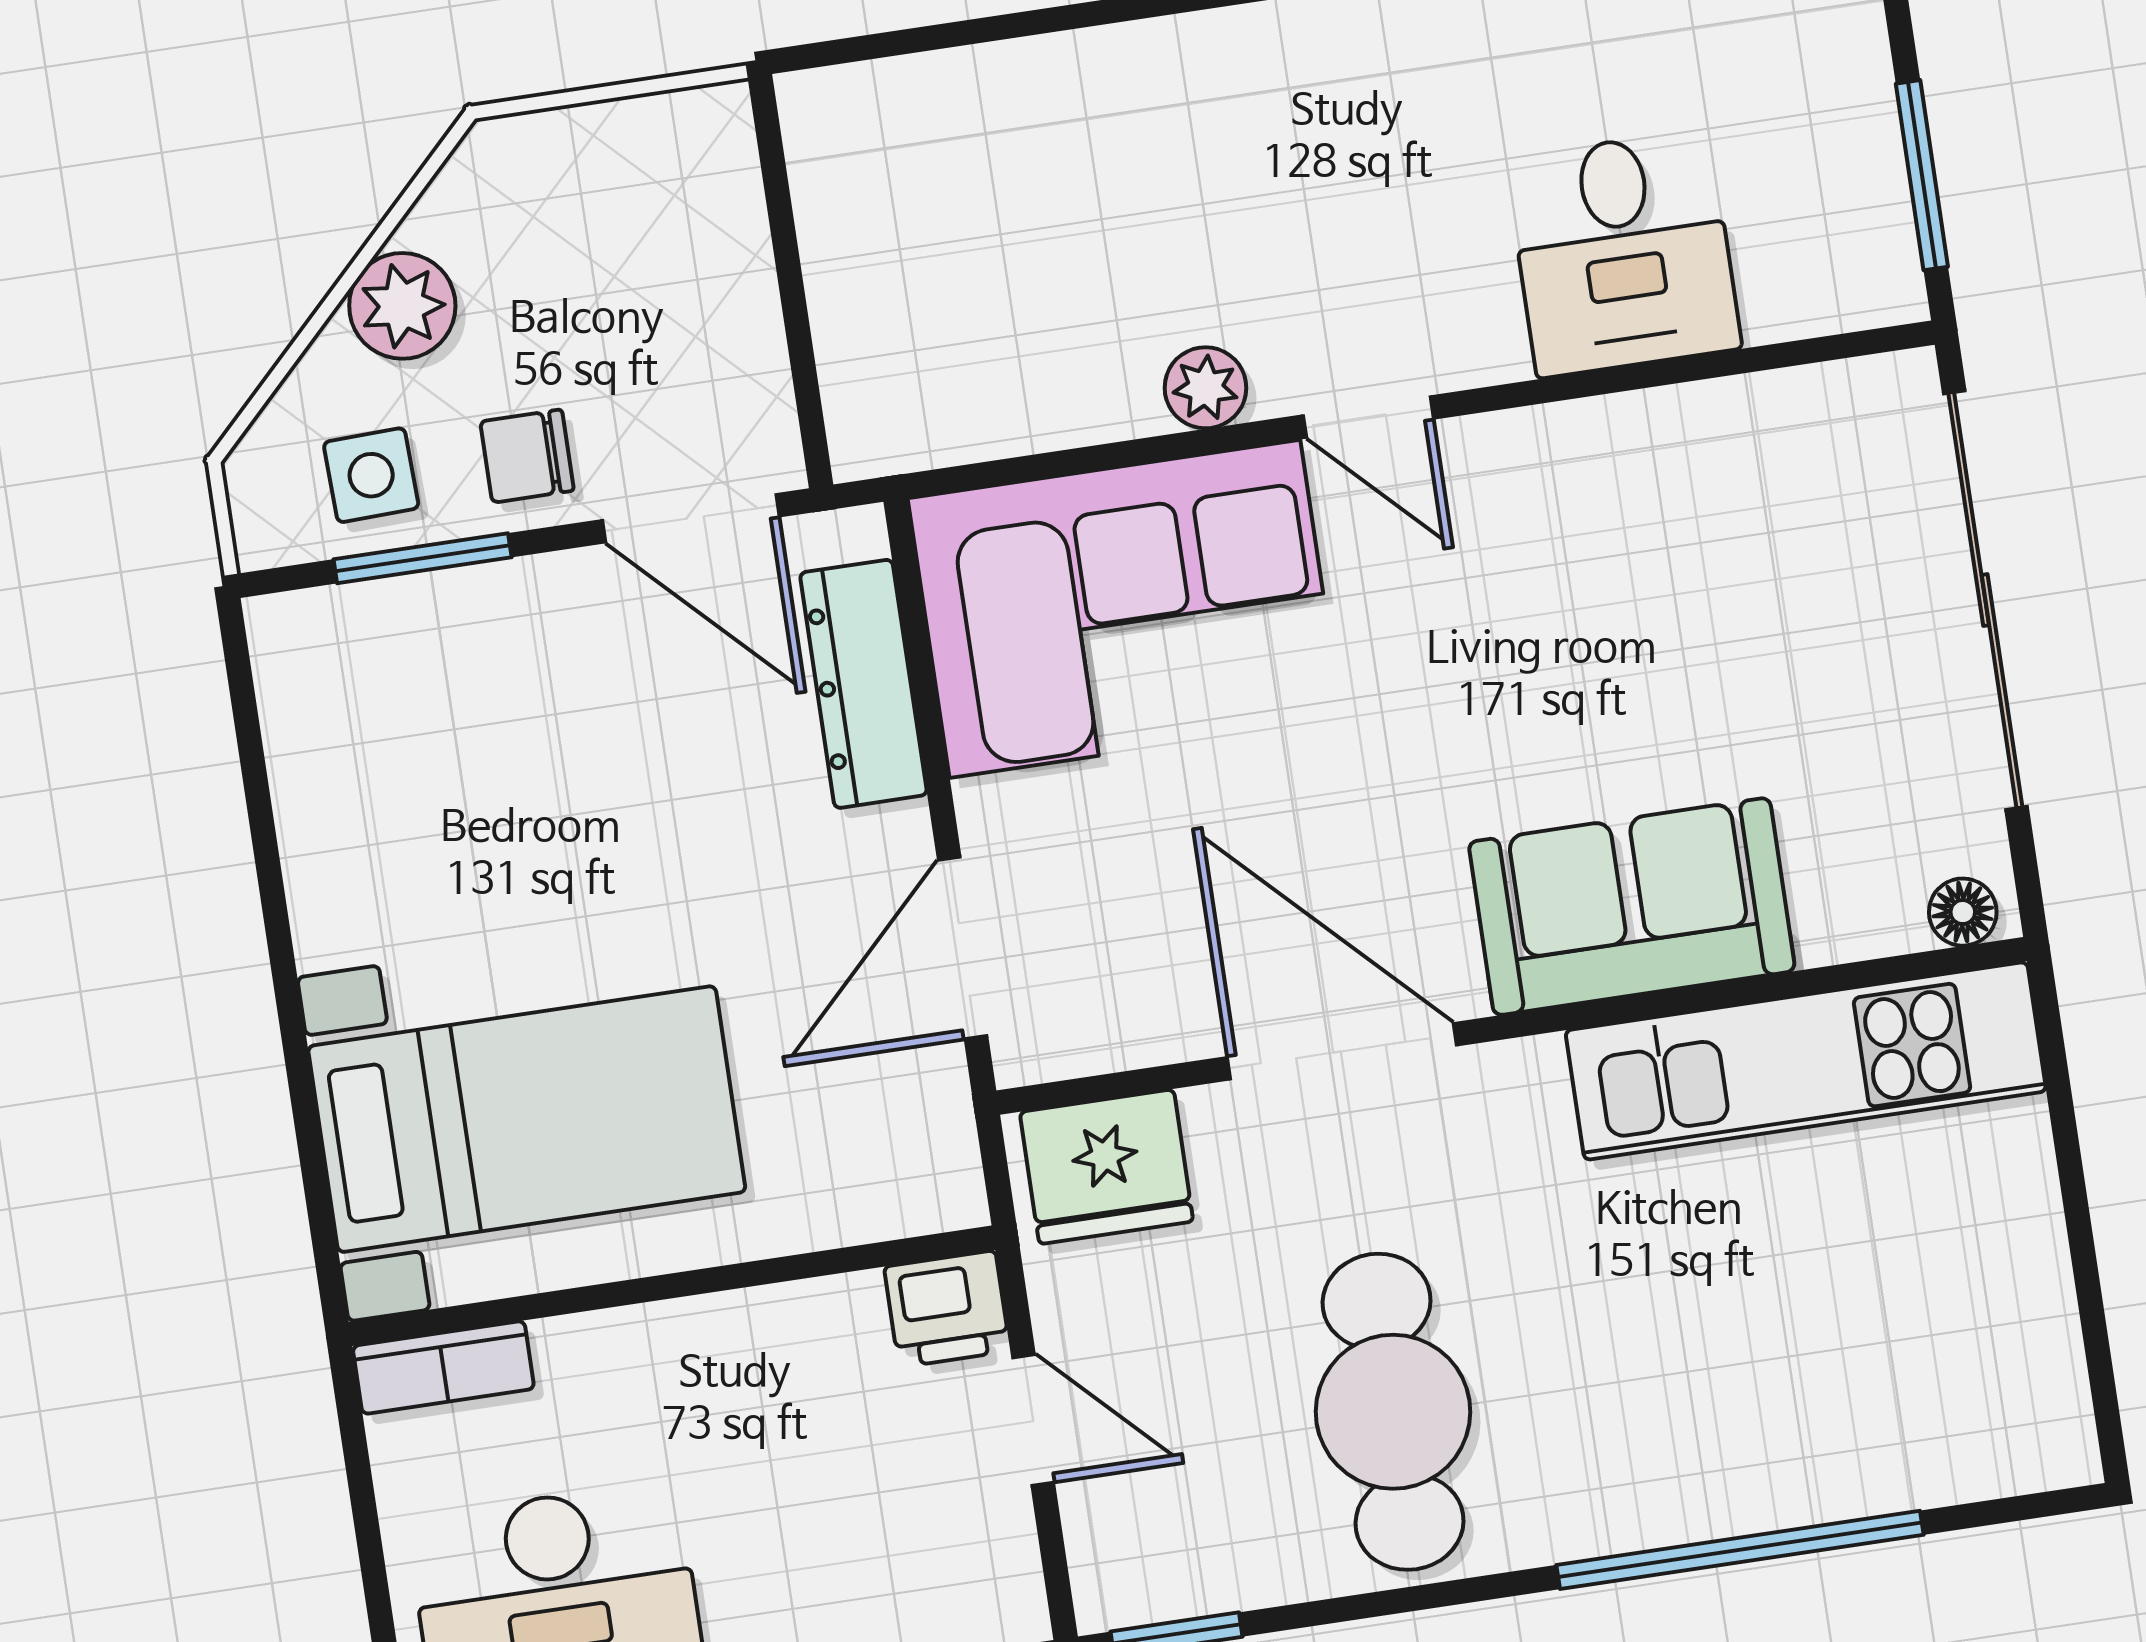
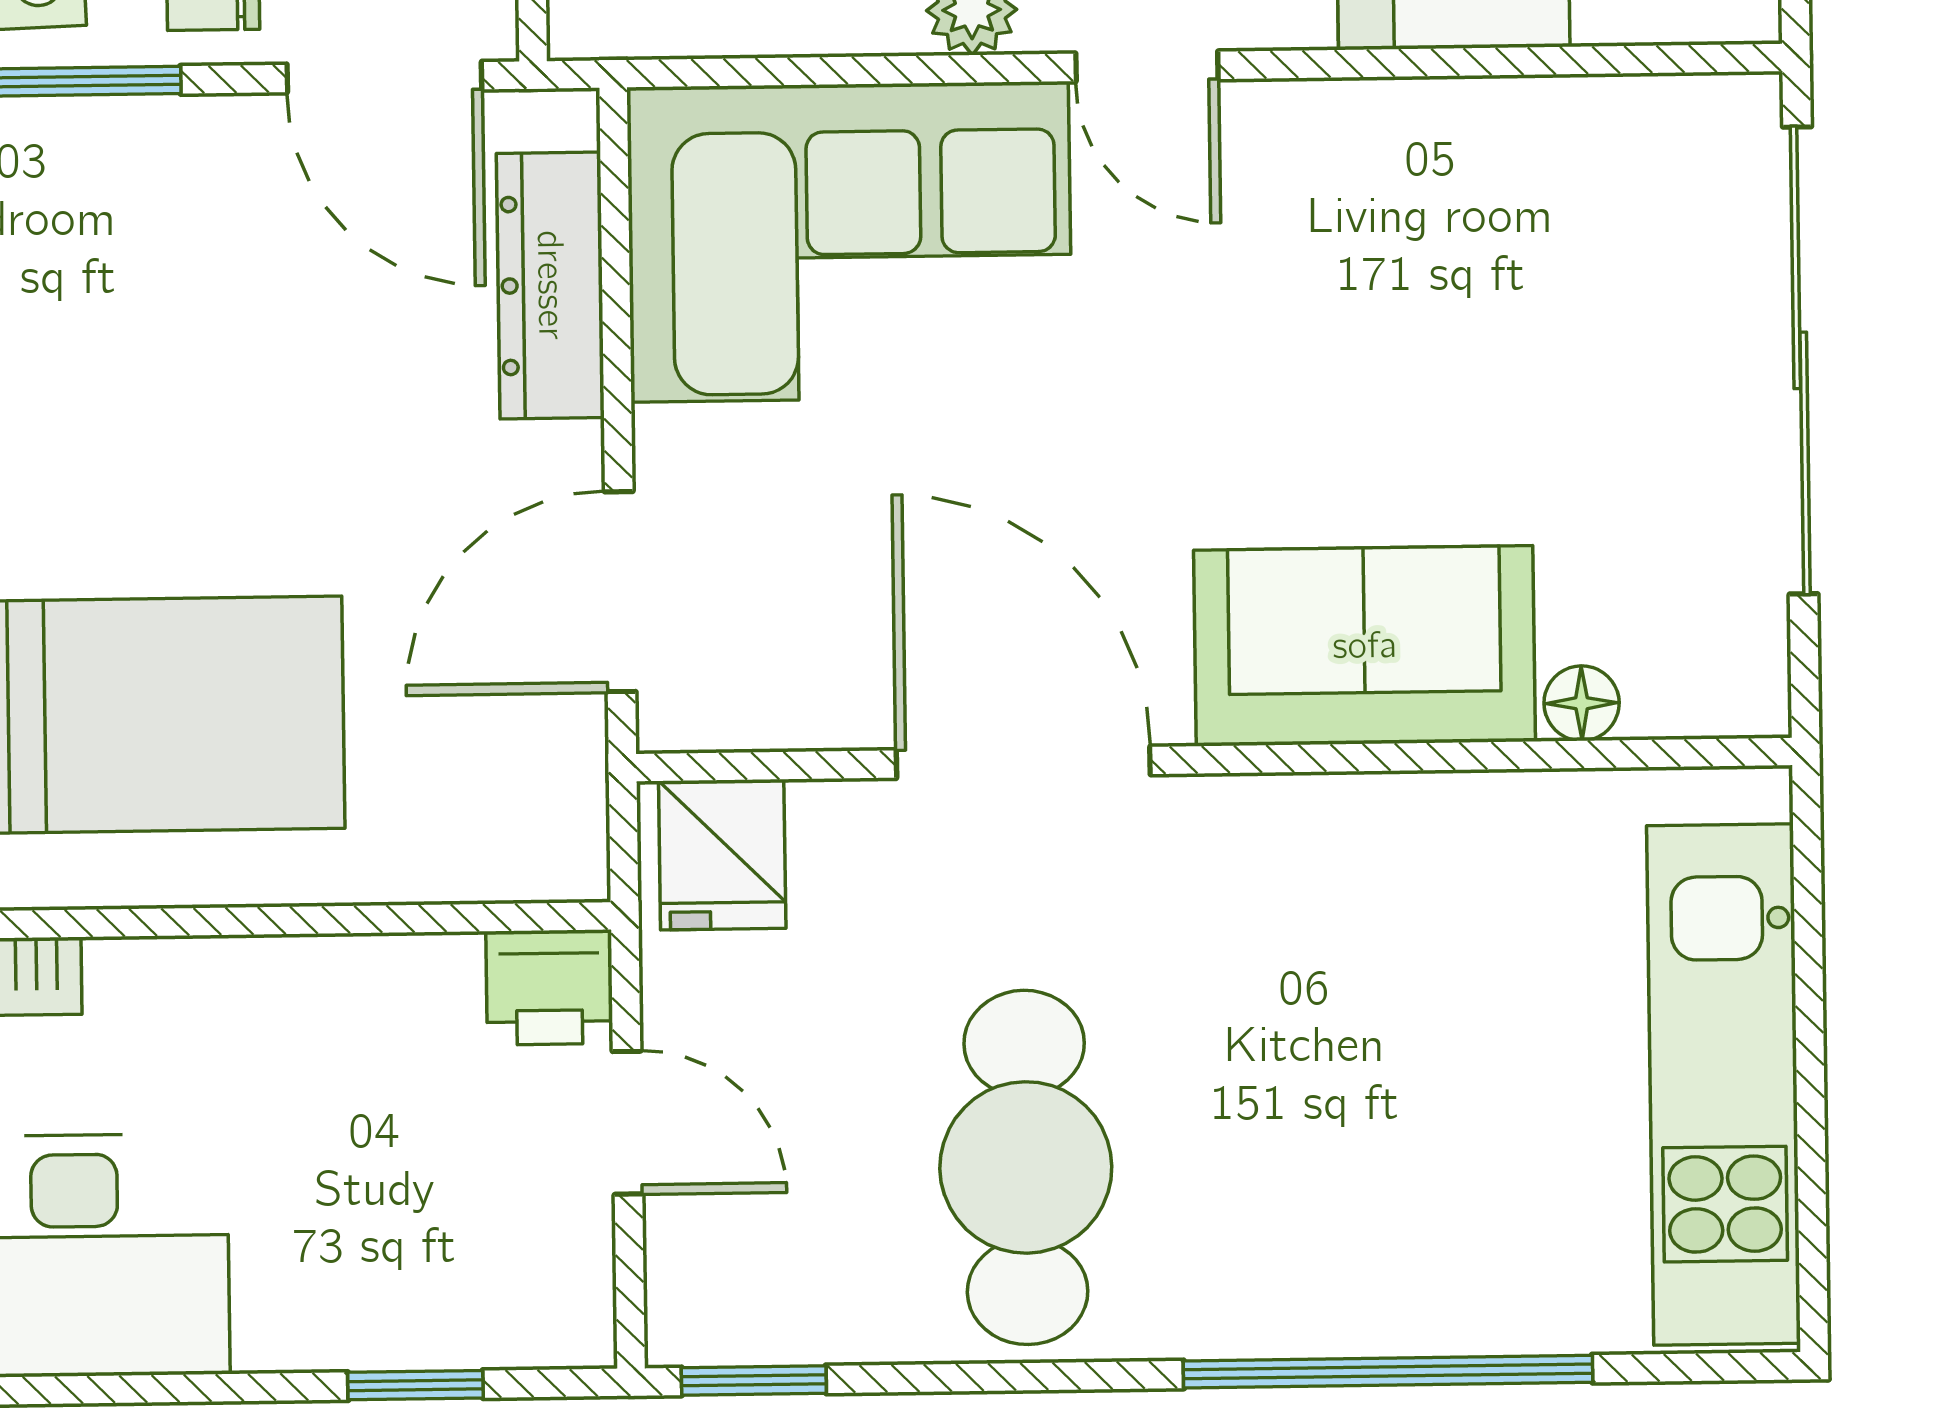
floor lamp: (1963, 912) -> (1582, 703), moved
kitchen unit: (1806, 1061) -> (1723, 1085), moved, turned 90
fridge: (1106, 1167) -> (722, 855), width x0.72

